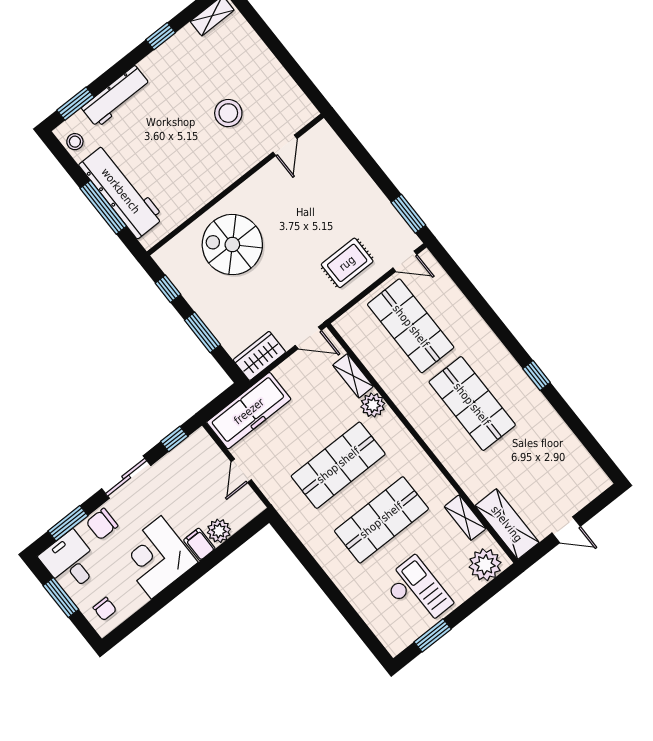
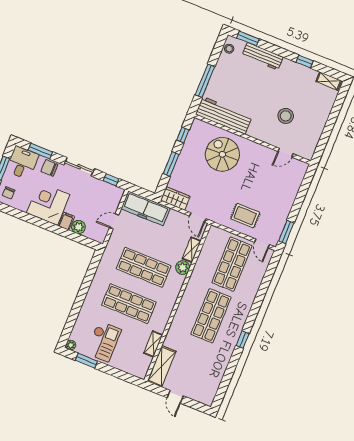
workbench: (121, 191) -> (224, 115), moved, turned -90
plant: (485, 565) -> (71, 345), moved, width x0.53, depth x0.53

